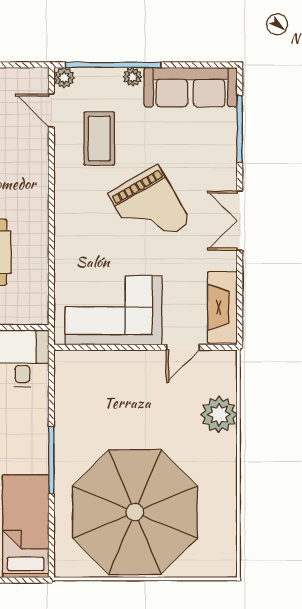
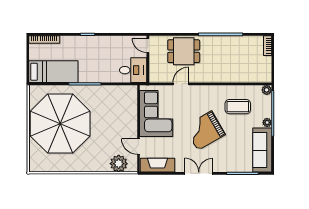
door: (51, 110) -> (181, 84), moved
plant: (219, 414) -> (119, 164), moved

